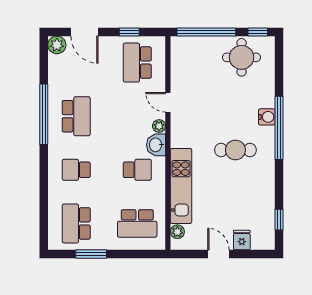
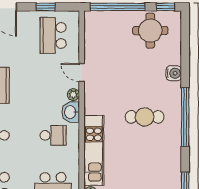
water cooler: (267, 117) -> (174, 73), moved
window: (279, 128) -> (185, 117), moved

